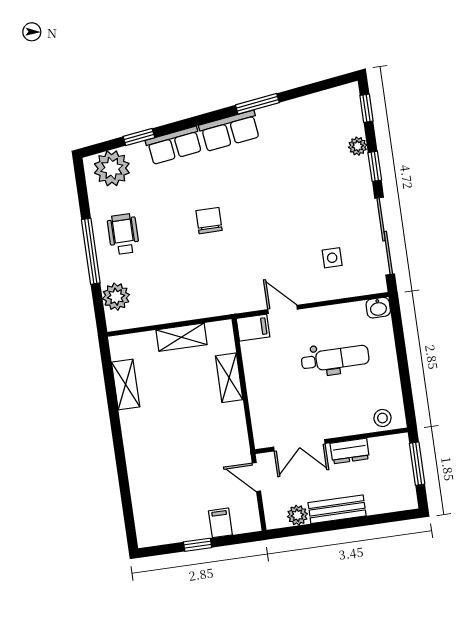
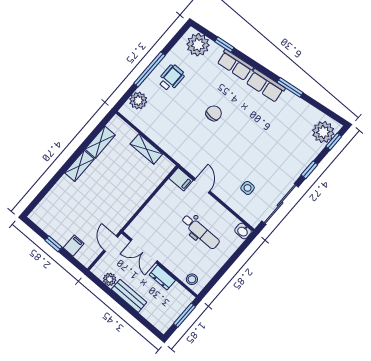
plant: (358, 146) -> (323, 132), moved, width x1.88, depth x1.88
shelving: (229, 378) -> (79, 166), moved

